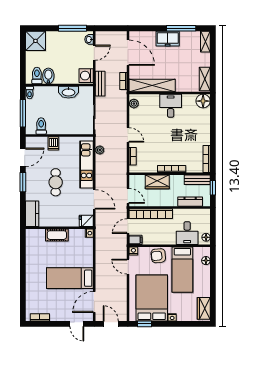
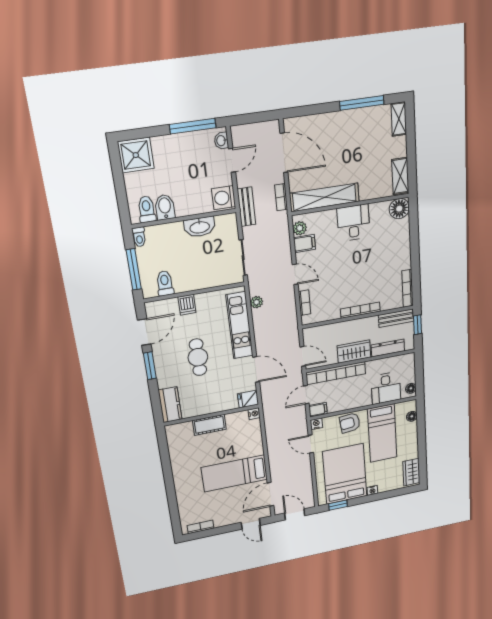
freezer: (168, 39) -> (343, 122), removed
filing cabinet: (136, 115) -> (304, 244), added
wardrobe: (157, 182) -> (354, 352), moved, turned 180

